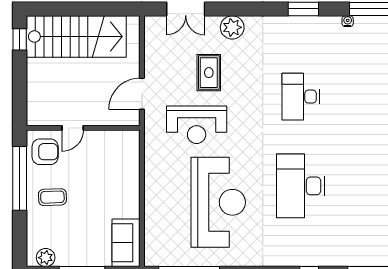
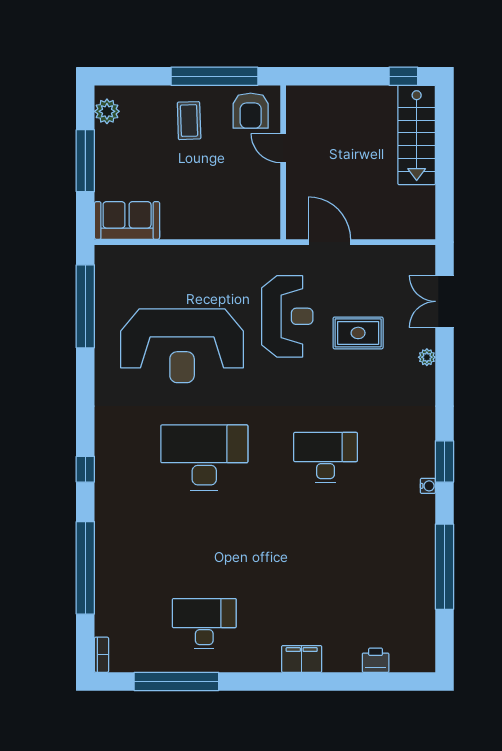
water cooler: (348, 21) -> (428, 486), moved
plant: (232, 27) -> (427, 357), width x0.53, depth x0.53
stairs: (76, 36) -> (417, 135), width x0.73, depth x0.66
reception desk: (197, 125) -> (287, 316), turned 180

